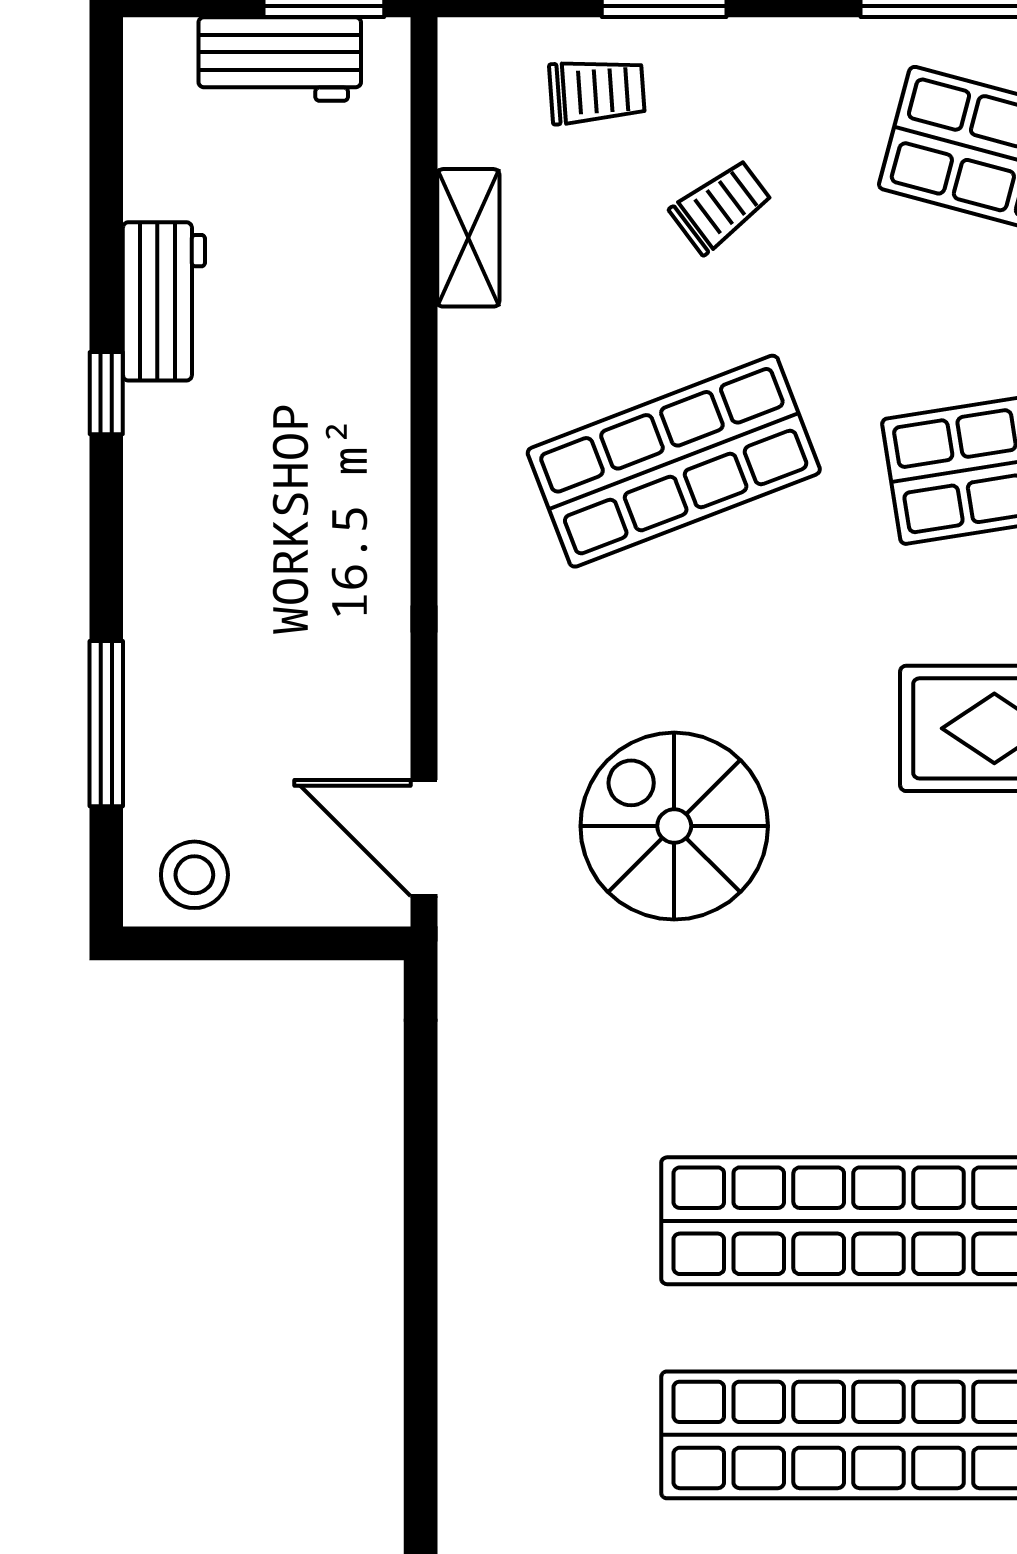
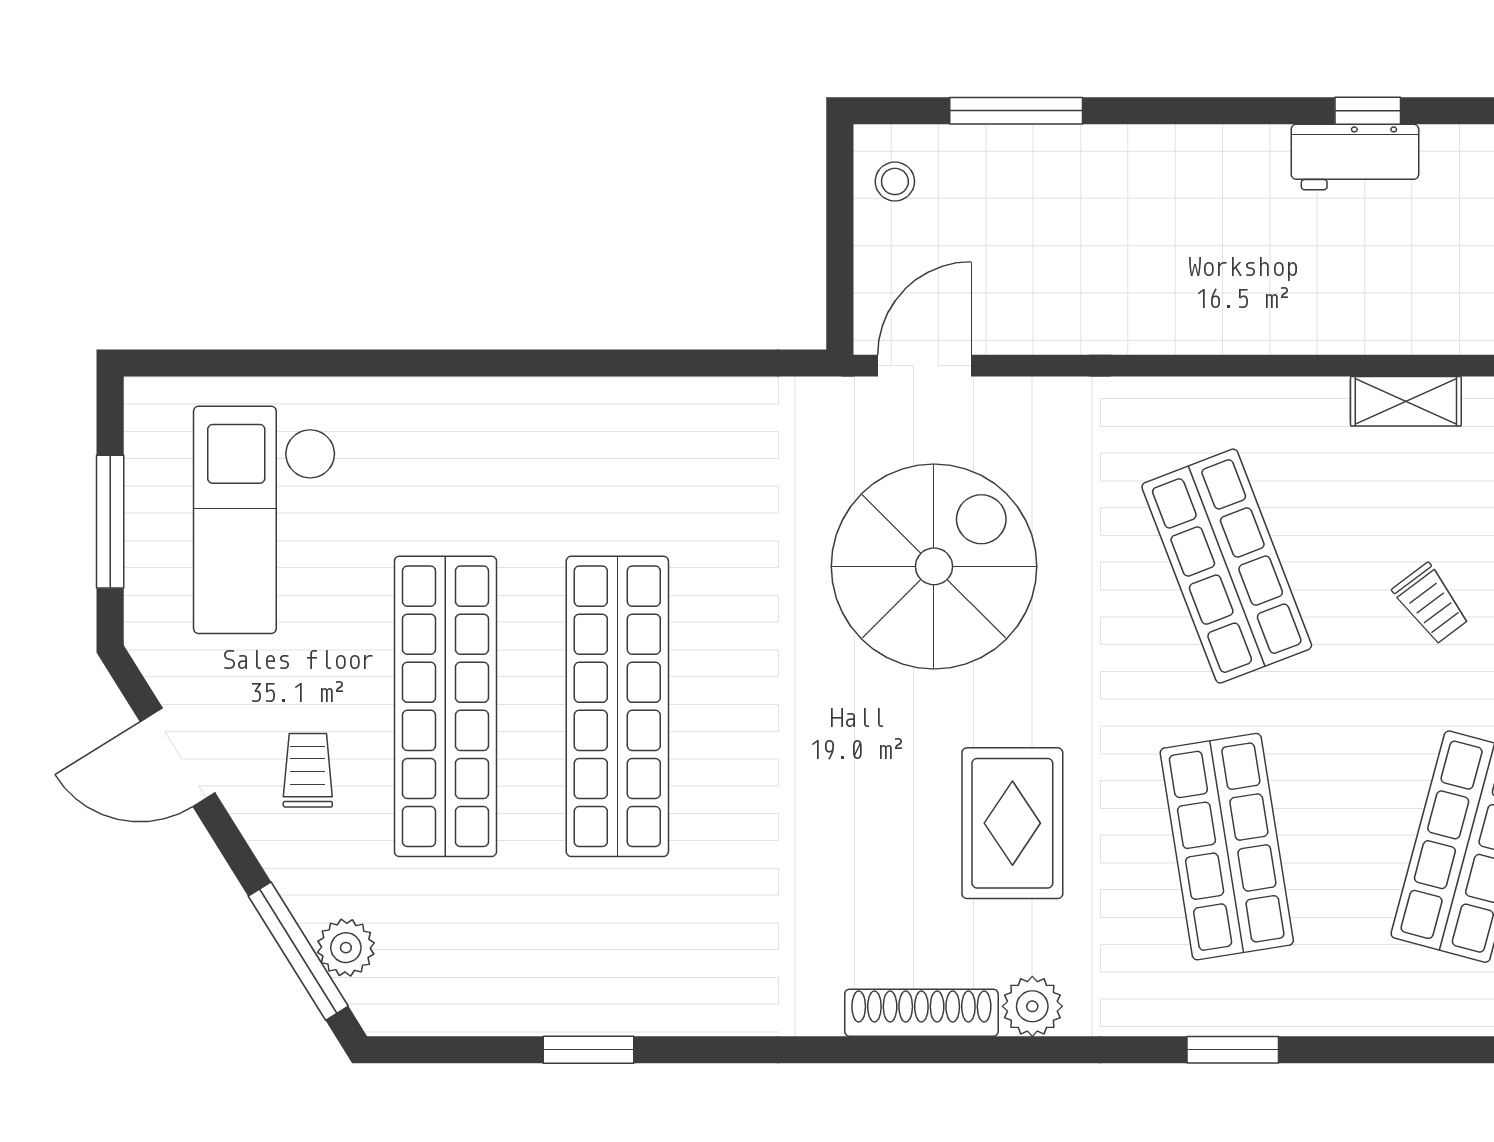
window: (106, 393) -> (1368, 111), moved
spiral stairs: (674, 826) -> (934, 566), width x1.37, depth x1.37
stool: (194, 875) -> (895, 181), width x0.73, depth x0.73

